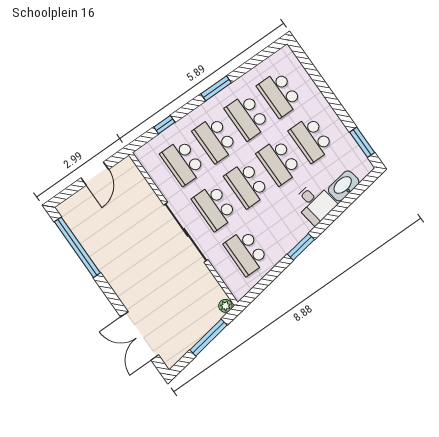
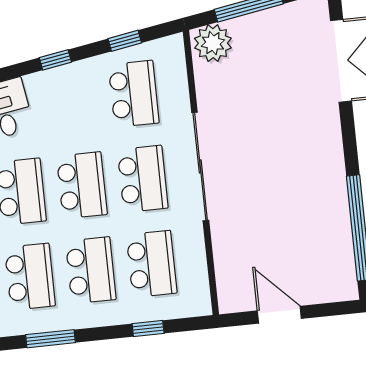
door: (95, 174) -> (279, 315), hinge flipped
window: (301, 247) -> (55, 60), width x0.67
window: (268, 279) -> (125, 41), added
plant: (225, 306) -> (213, 43), width x1.88, depth x1.88

